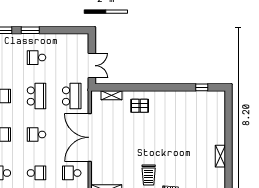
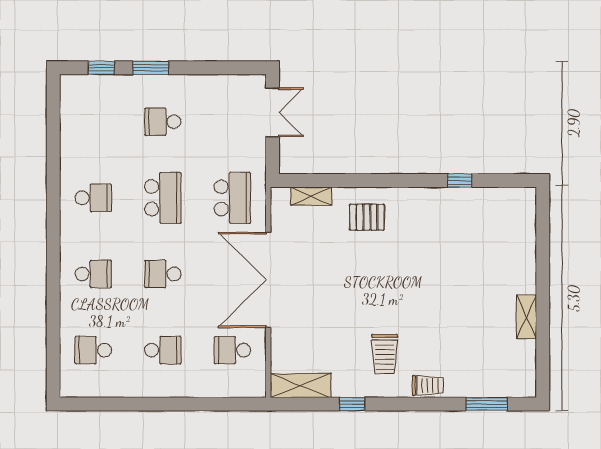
double door: (92, 66) -> (272, 112), moved
window: (202, 87) -> (459, 181), moved

